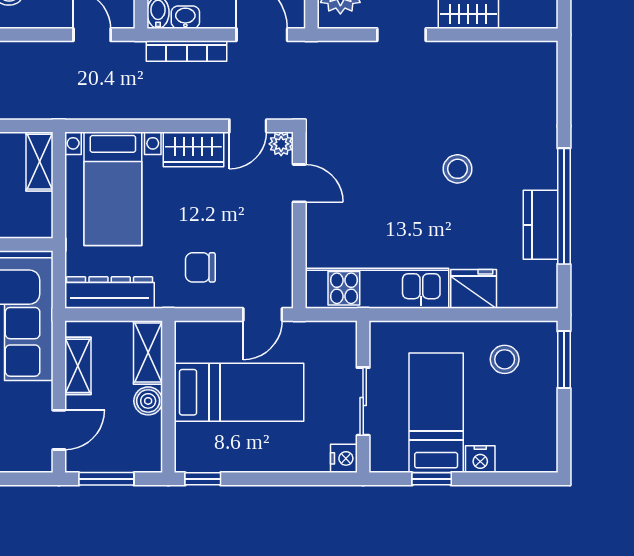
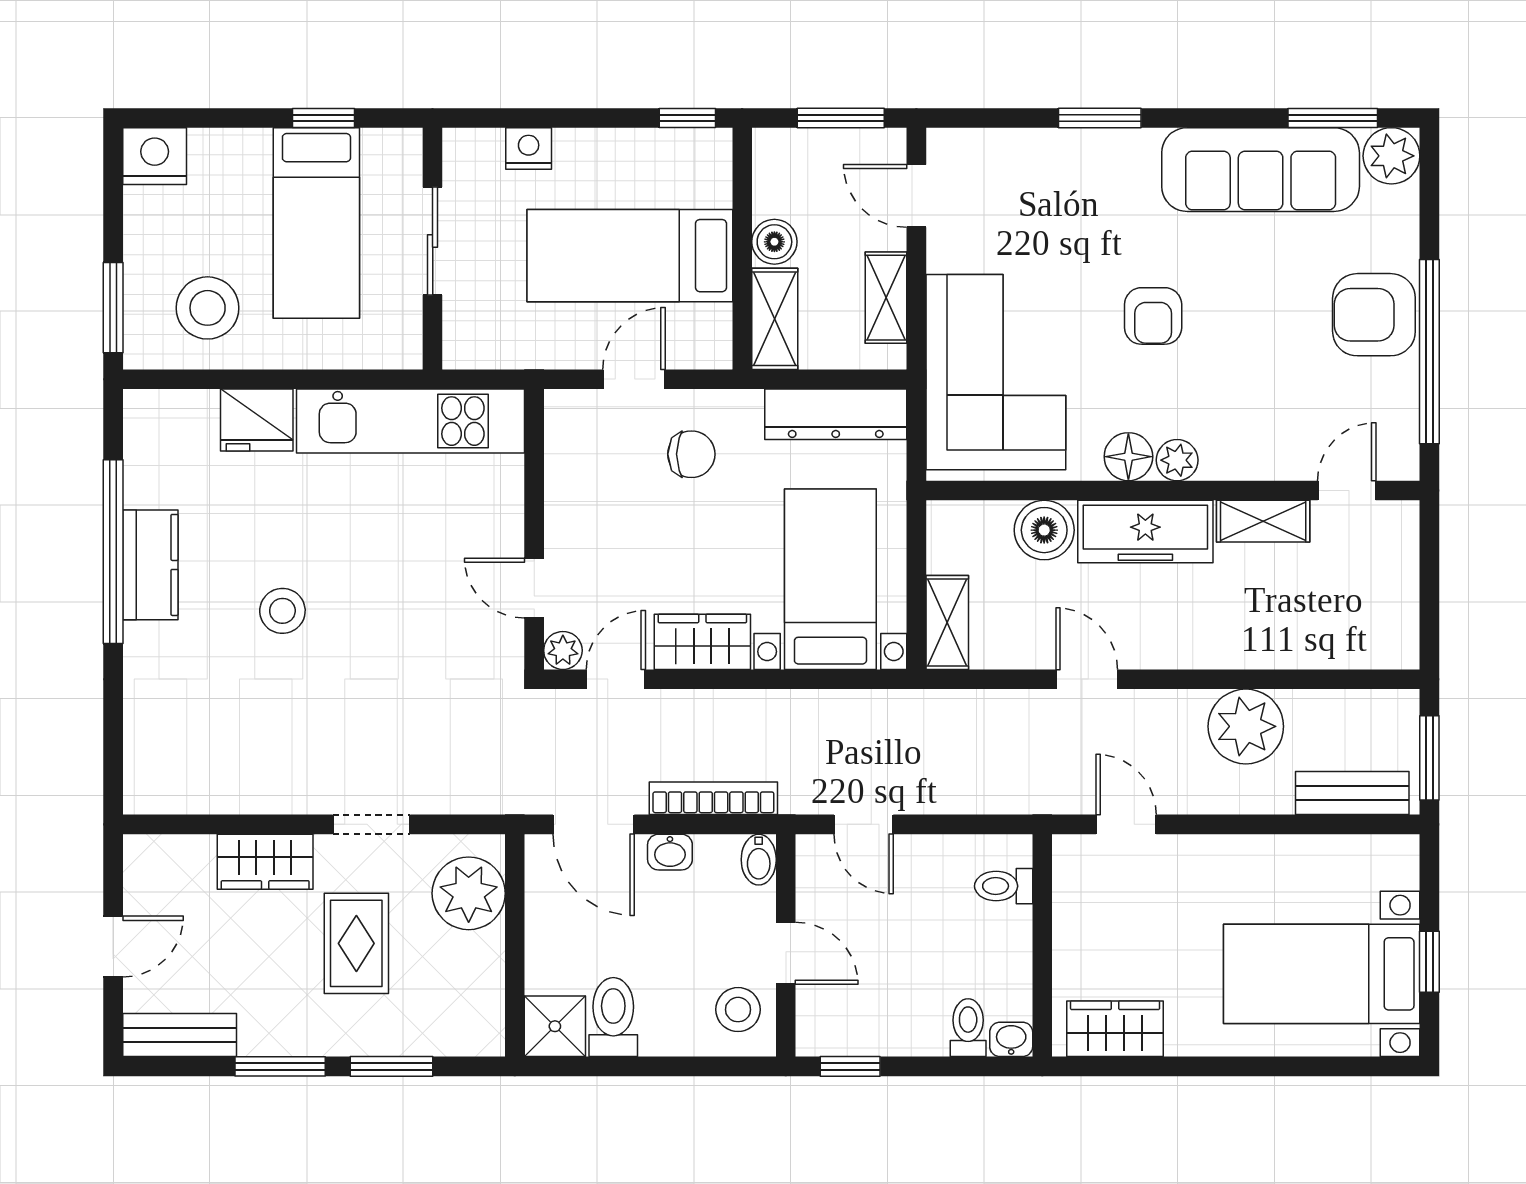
washbasin: (185, 17) -> (670, 852), moved
kitchen counter: (541, 225) -> (150, 565), moved
door: (263, 315) -> (634, 379), moved
stool: (505, 359) -> (208, 308), width x1.38, depth x1.38
door: (59, 430) -> (916, 196), hinge flipped
nightstand: (344, 458) -> (529, 149), moved, turned 90
nightstand: (480, 459) -> (155, 156), moved, width x1.36, depth x1.33

